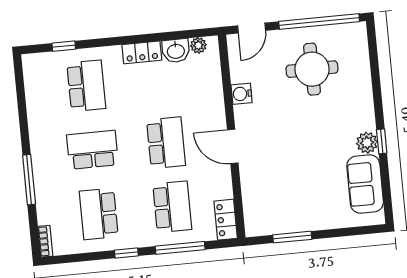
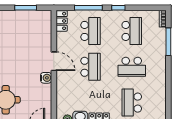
water cooler: (242, 94) -> (46, 78), moved
school desk: (166, 143) -> (91, 67), turned 180
window: (29, 180) -> (168, 42), moved
school desk: (172, 207) -> (91, 31), turned 180

